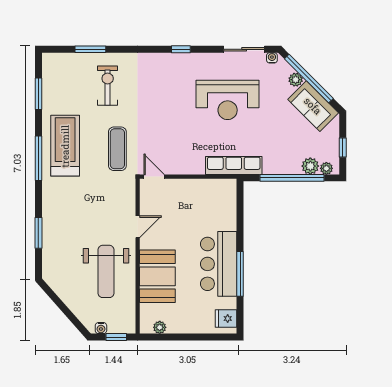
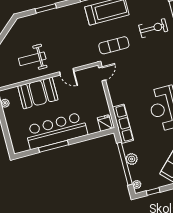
plant: (310, 166) -> (132, 159), moved
bar counter: (219, 264) -> (56, 131), width x1.36
weight bench: (106, 271) -> (32, 59), width x0.73, depth x0.75
fridge: (226, 318) -> (105, 123), moved

